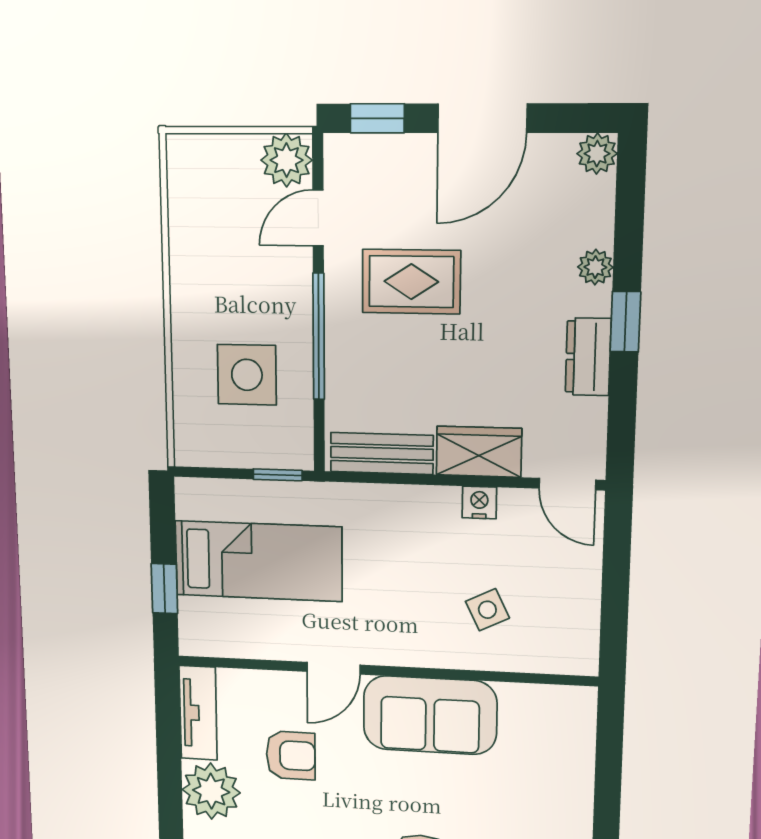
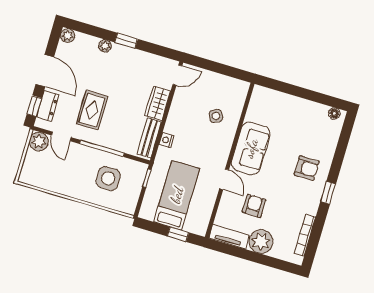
dresser: (588, 357) -> (48, 106), moved, turned -90
nightstand: (479, 503) -> (166, 140), moved

